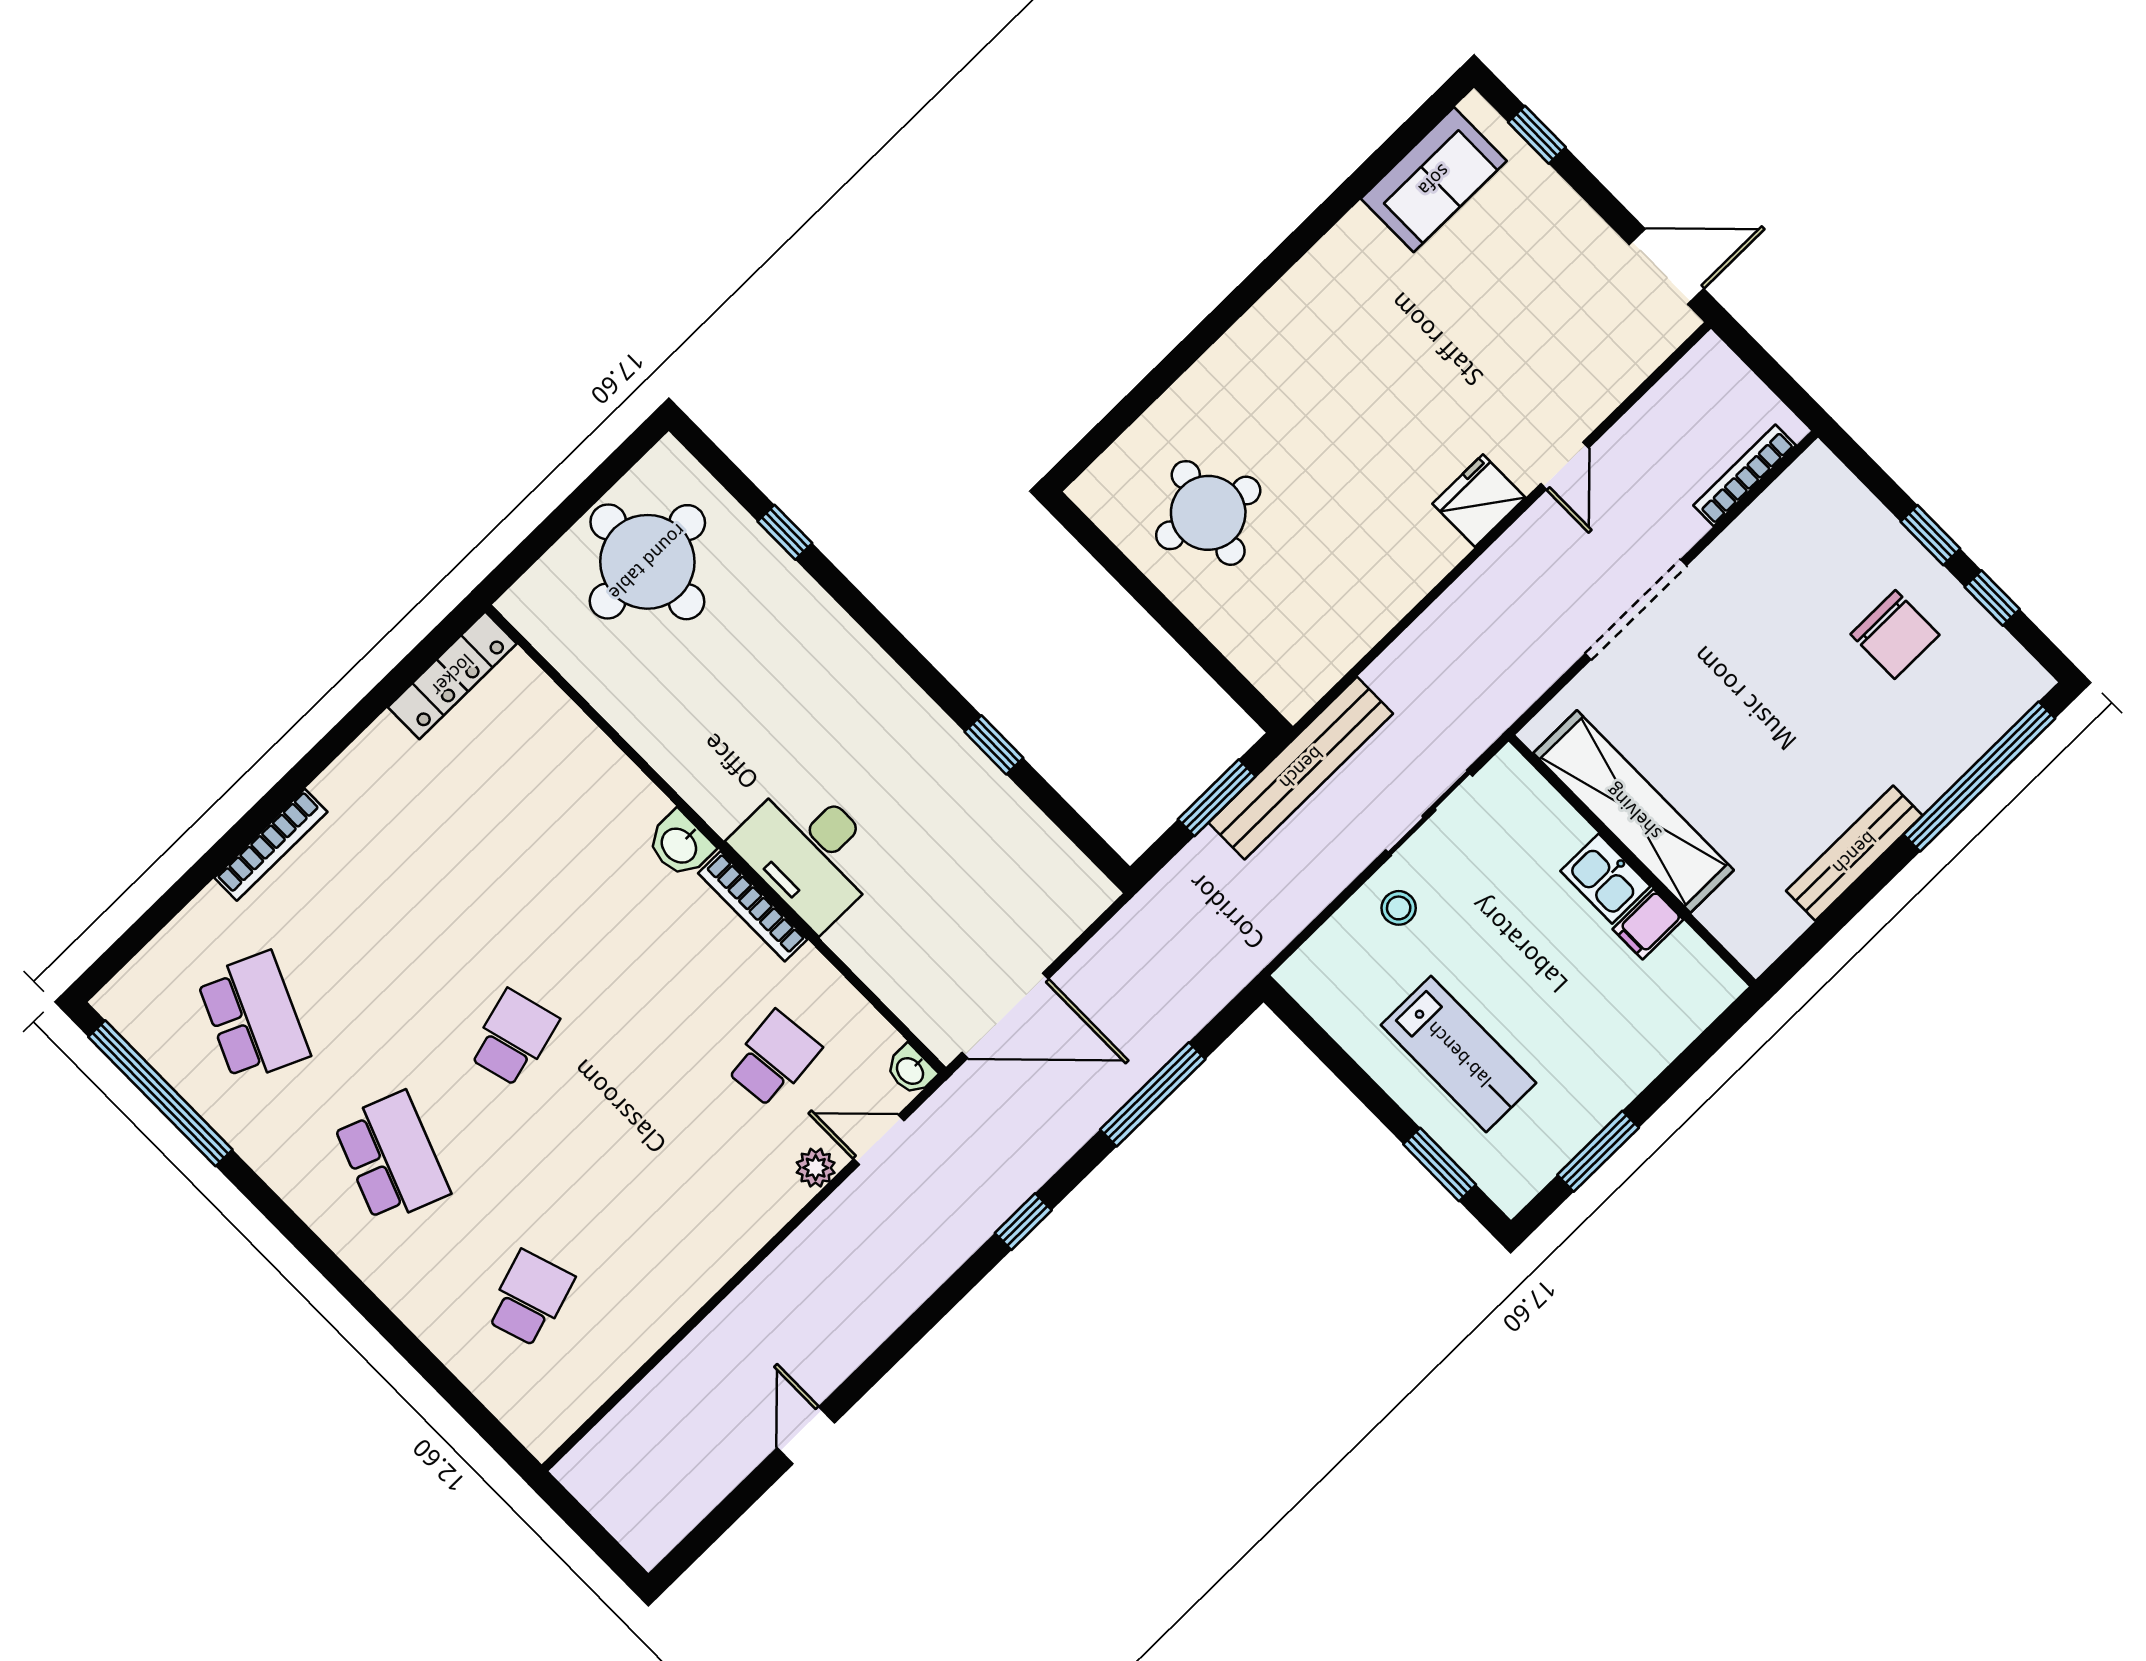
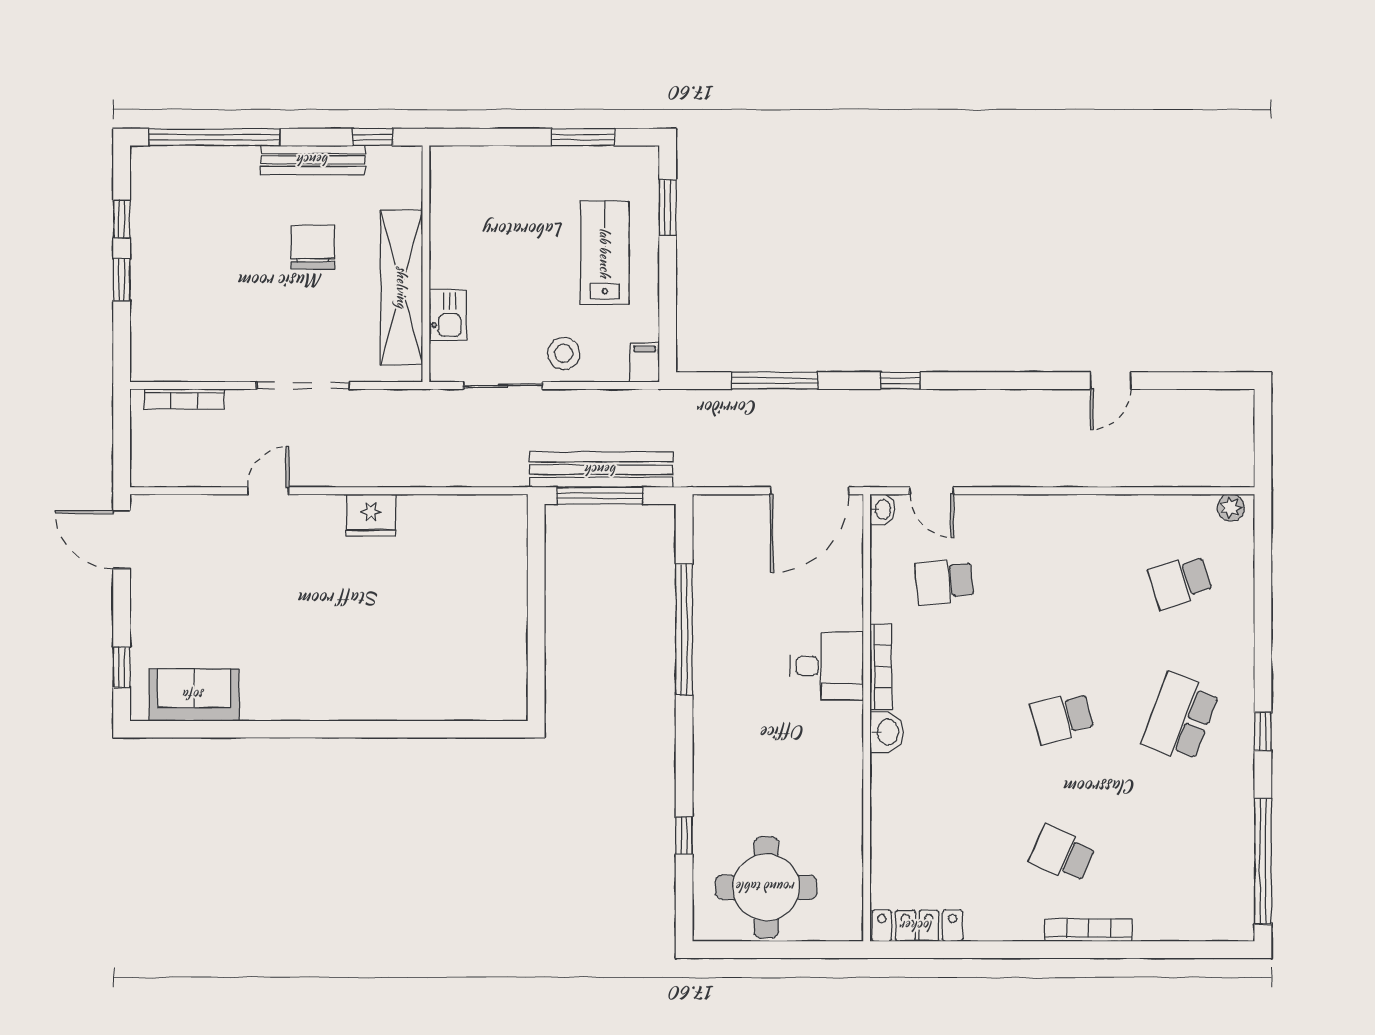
fridge: (1479, 501) -> (371, 515), moved
round table: (1208, 513) -> (466, 640), removed
chair: (1895, 634) -> (313, 247), moved
window: (994, 745) -> (684, 630), width x3.17
bench: (1301, 768) -> (601, 470), moved
window: (1217, 798) -> (600, 496), width x1.44
desk: (809, 852) -> (827, 666), width x0.73
kitchen sink: (1605, 879) -> (448, 315), moved
stool: (1399, 908) -> (564, 353), width x1.37, depth x1.37
filing cabinet: (1648, 924) -> (645, 362), moved, turned -90
window: (1816, 937) -> (373, 137), added
door: (1005, 1016) -> (810, 491), swing flipped
school desk: (253, 1017) -> (1062, 854), moved, width x0.54
plant: (816, 1168) -> (1231, 508), moved
window: (292, 1227) -> (1263, 731), added

